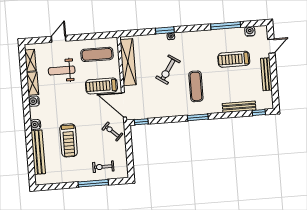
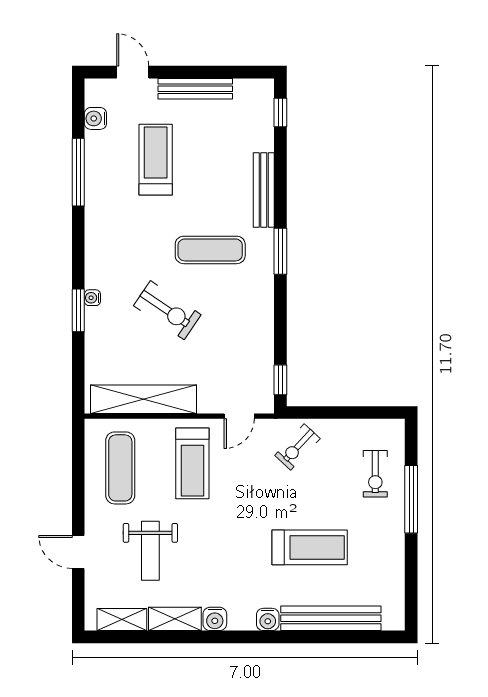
treadmill: (234, 59) -> (156, 160), turned 180
door: (124, 105) -> (239, 416), width x0.53
bench: (239, 107) -> (264, 190), moved

